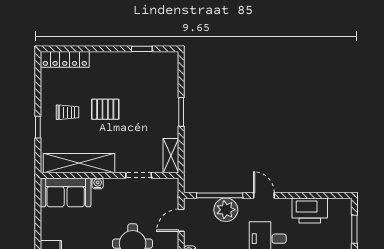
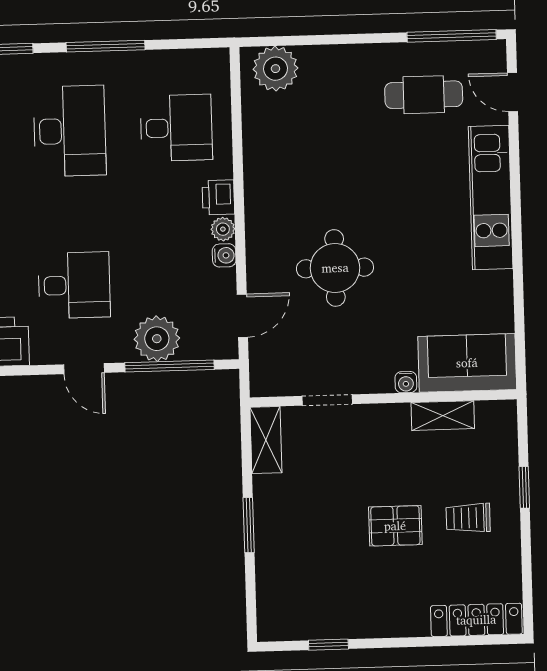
shelving: (79, 163) -> (443, 416), width x0.45, depth x0.75

